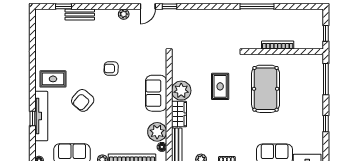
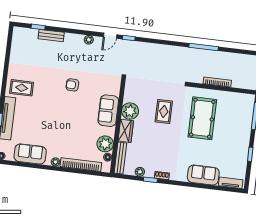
armchair: (83, 100) -> (45, 109), removed

